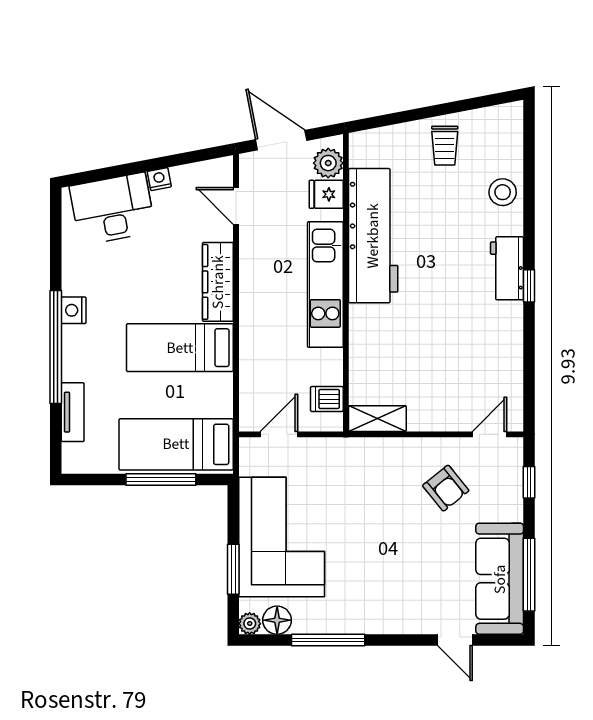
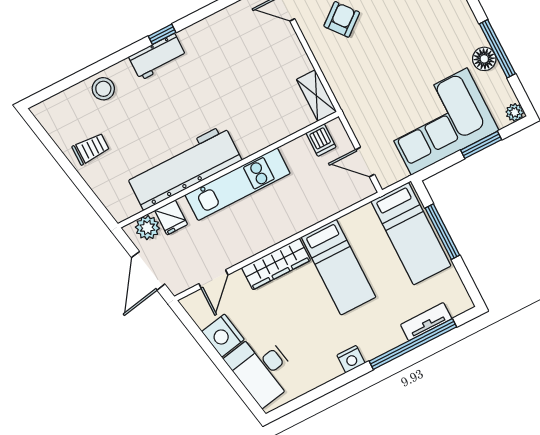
nightstand: (159, 179) -> (223, 336), width x1.89, depth x1.79
window: (56, 347) -> (413, 344), moved
floor lamp: (277, 620) -> (484, 59), moved

